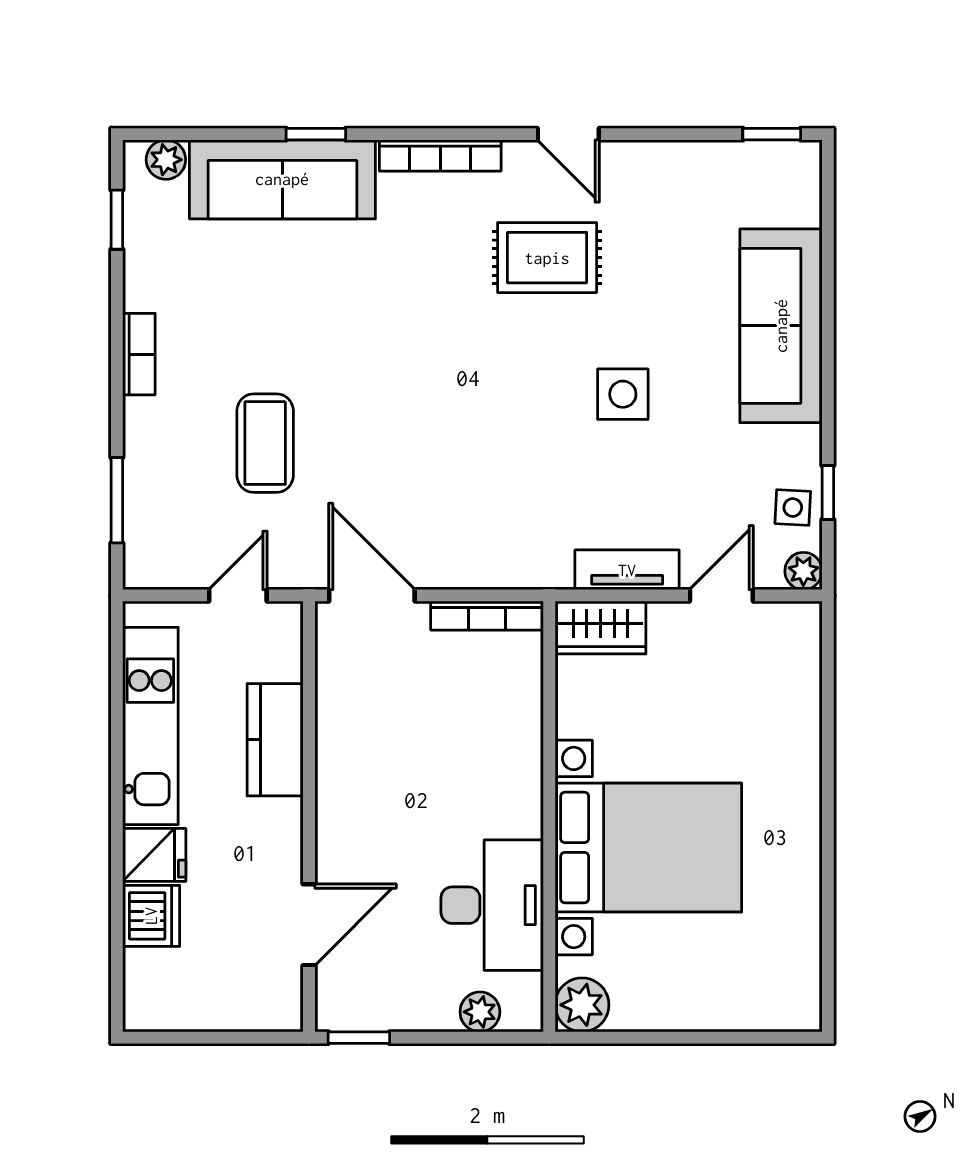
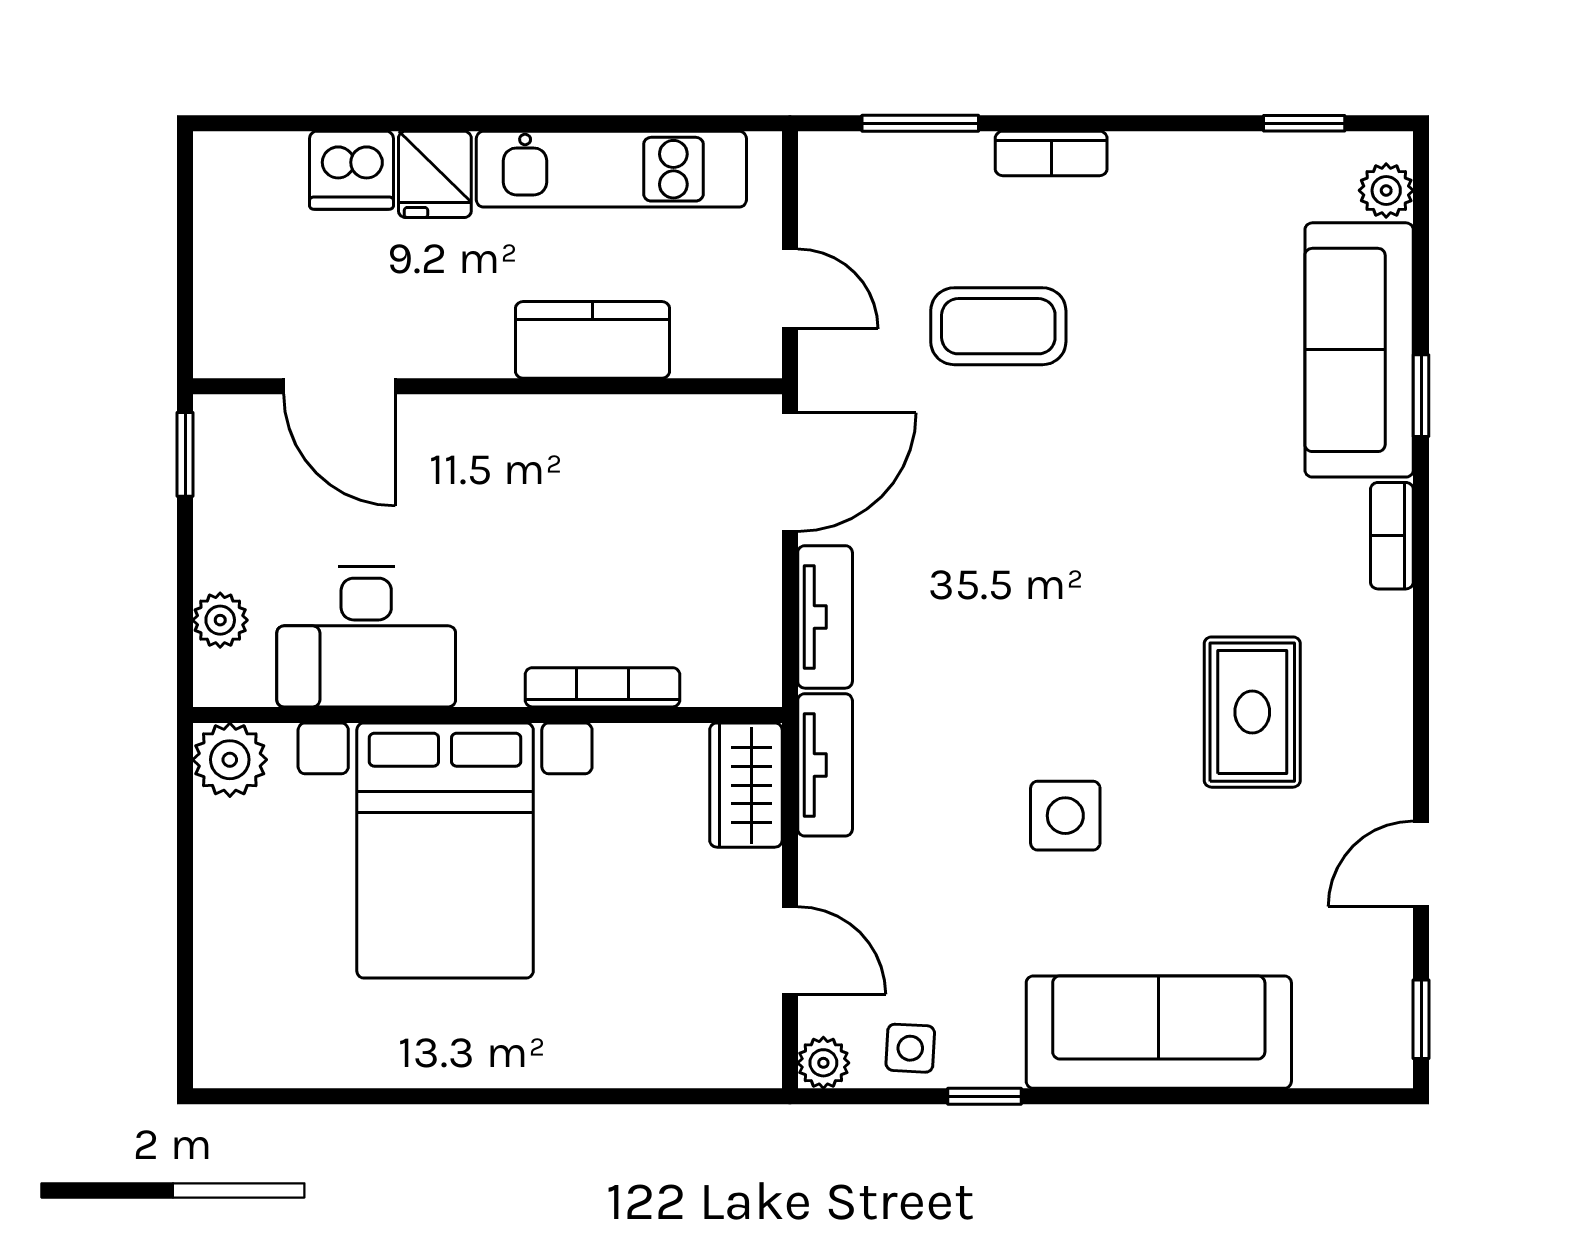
door: (568, 134) -> (1421, 864), moved
bookcase: (440, 156) -> (1392, 536), width x0.64
bookcase: (139, 354) -> (1051, 153), moved
window: (828, 492) -> (984, 1096), moved
tv unit: (478, 570) -> (825, 617), added
tv unit: (627, 570) -> (825, 765), moved
bookcase: (487, 616) -> (602, 687), moved, turned 90

